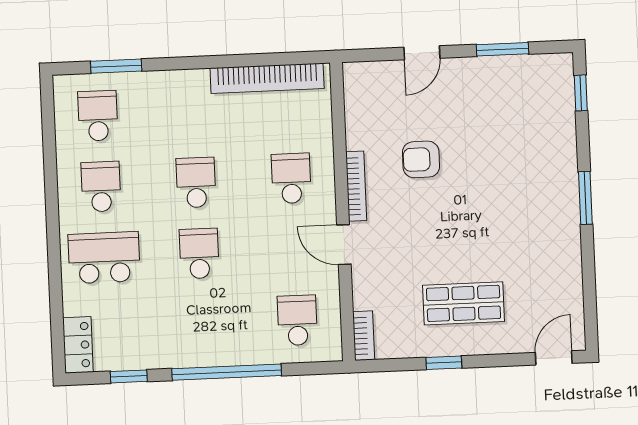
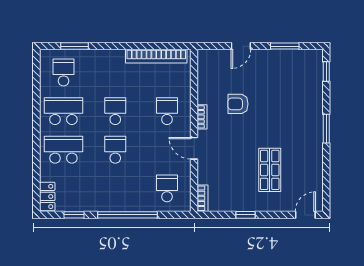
bookcase: (356, 186) -> (202, 117), width x0.64
school desk: (101, 187) -> (63, 111), width x1.85
shop shelf: (464, 303) -> (270, 170), moved, turned 90

